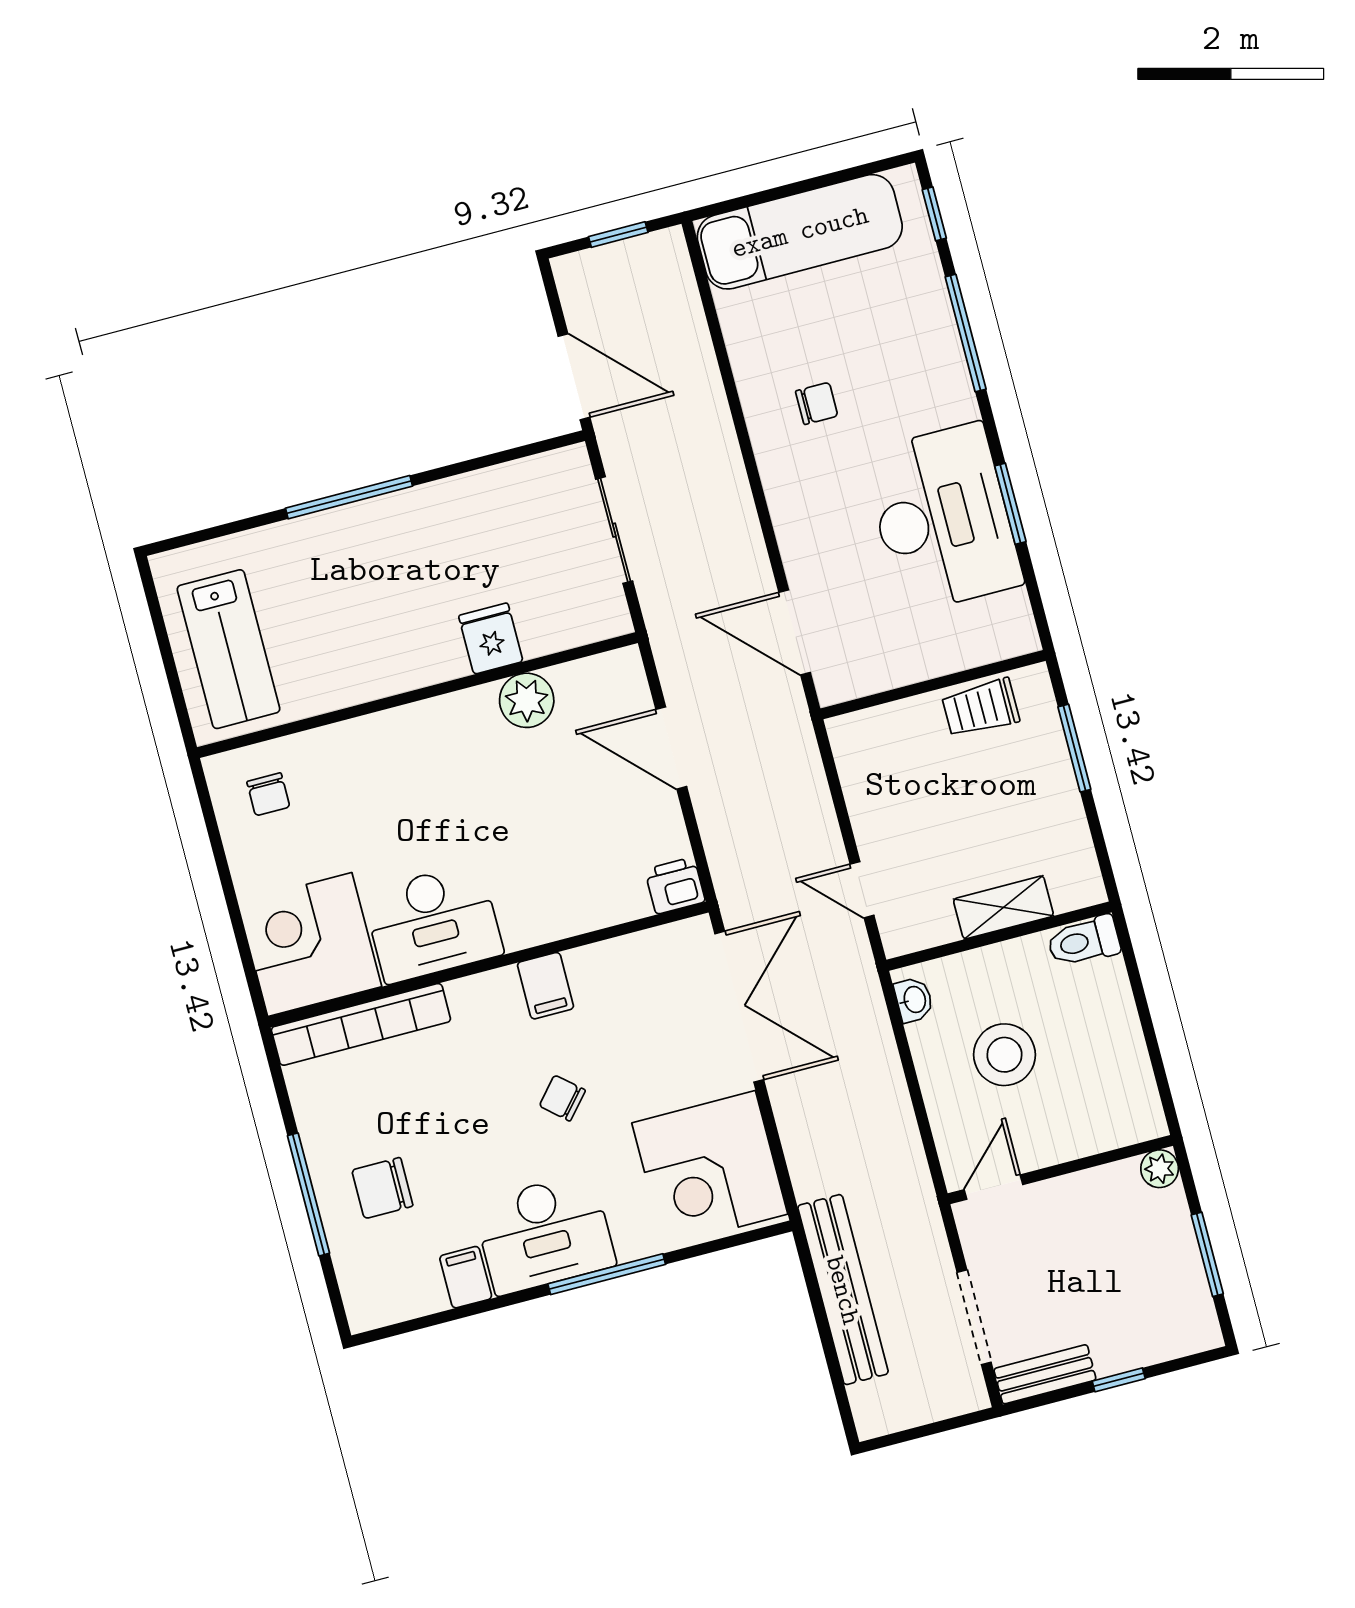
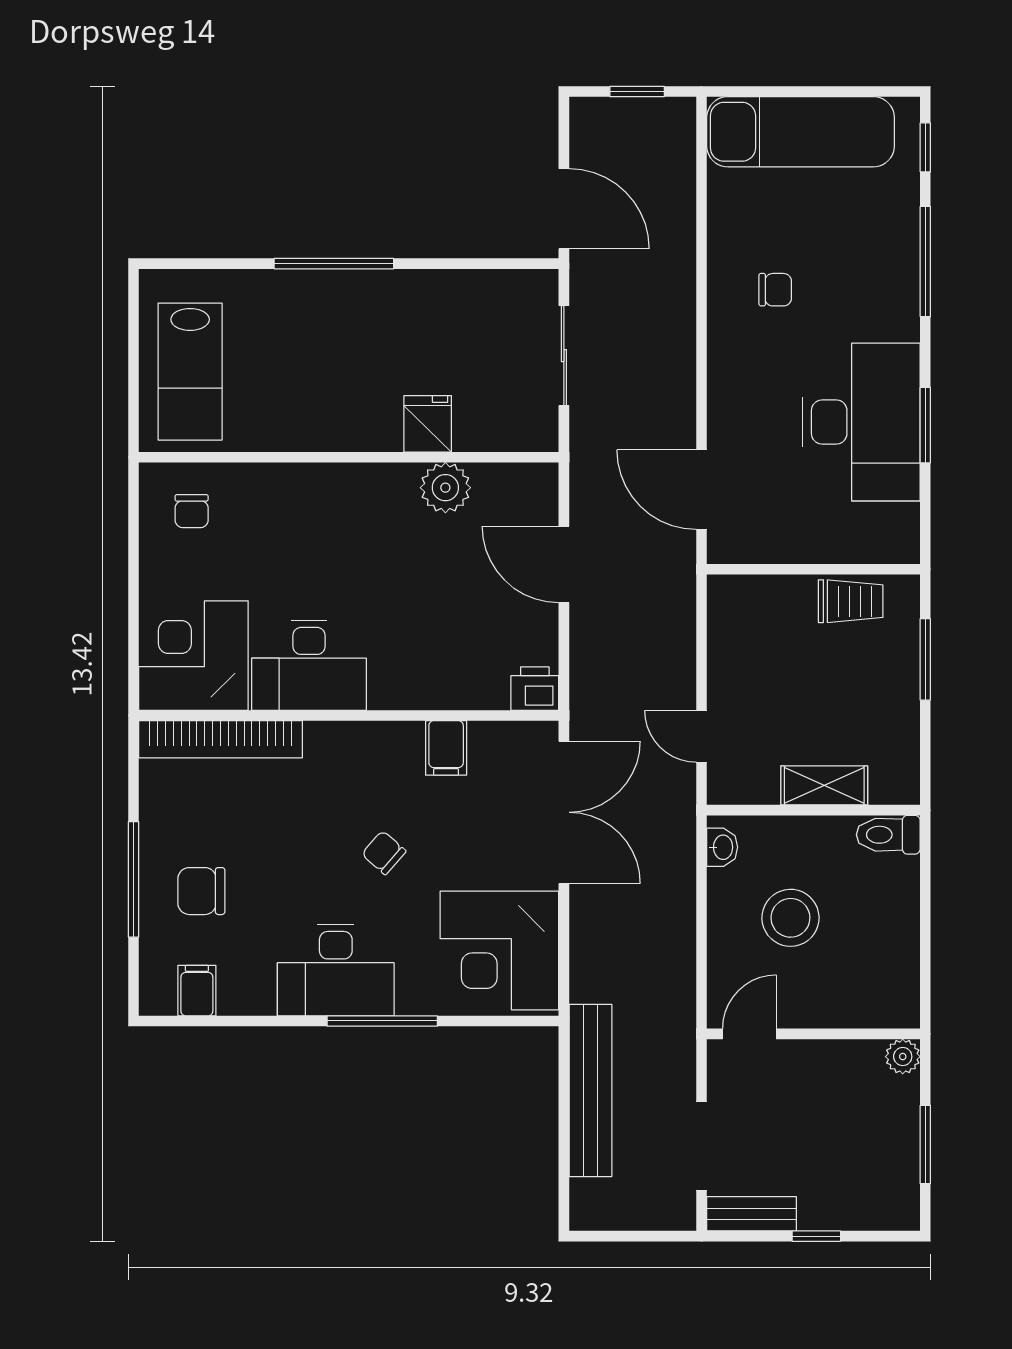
trolley: (981, 708) -> (851, 601), turned 180
filing cabinet: (545, 986) -> (446, 748), moved
filing cabinet: (466, 1277) -> (197, 991), moved

